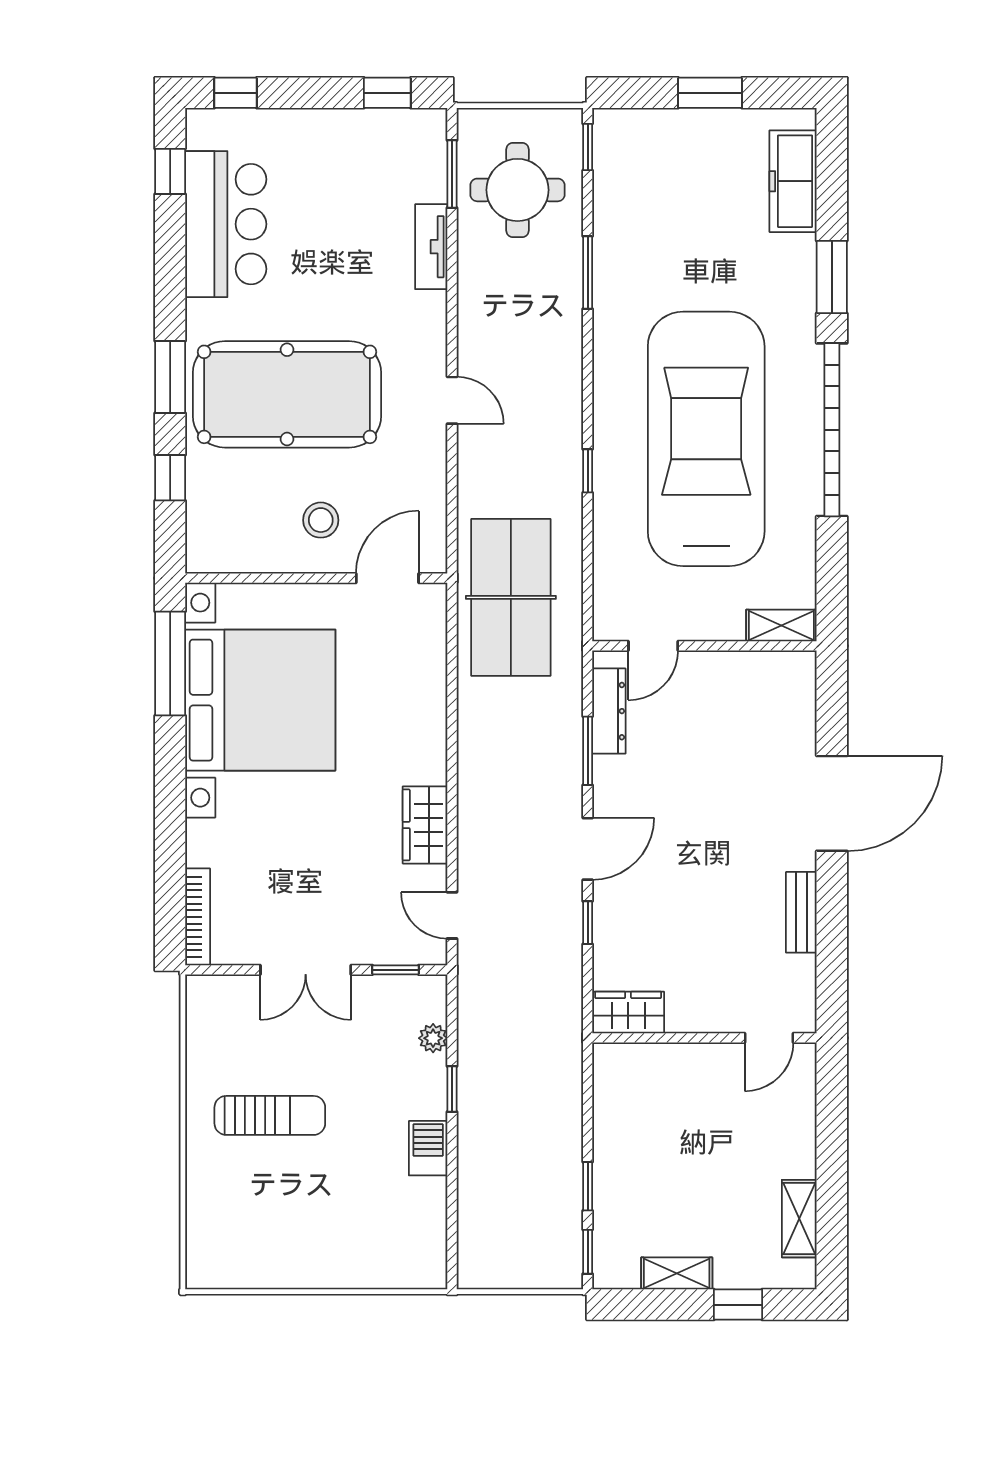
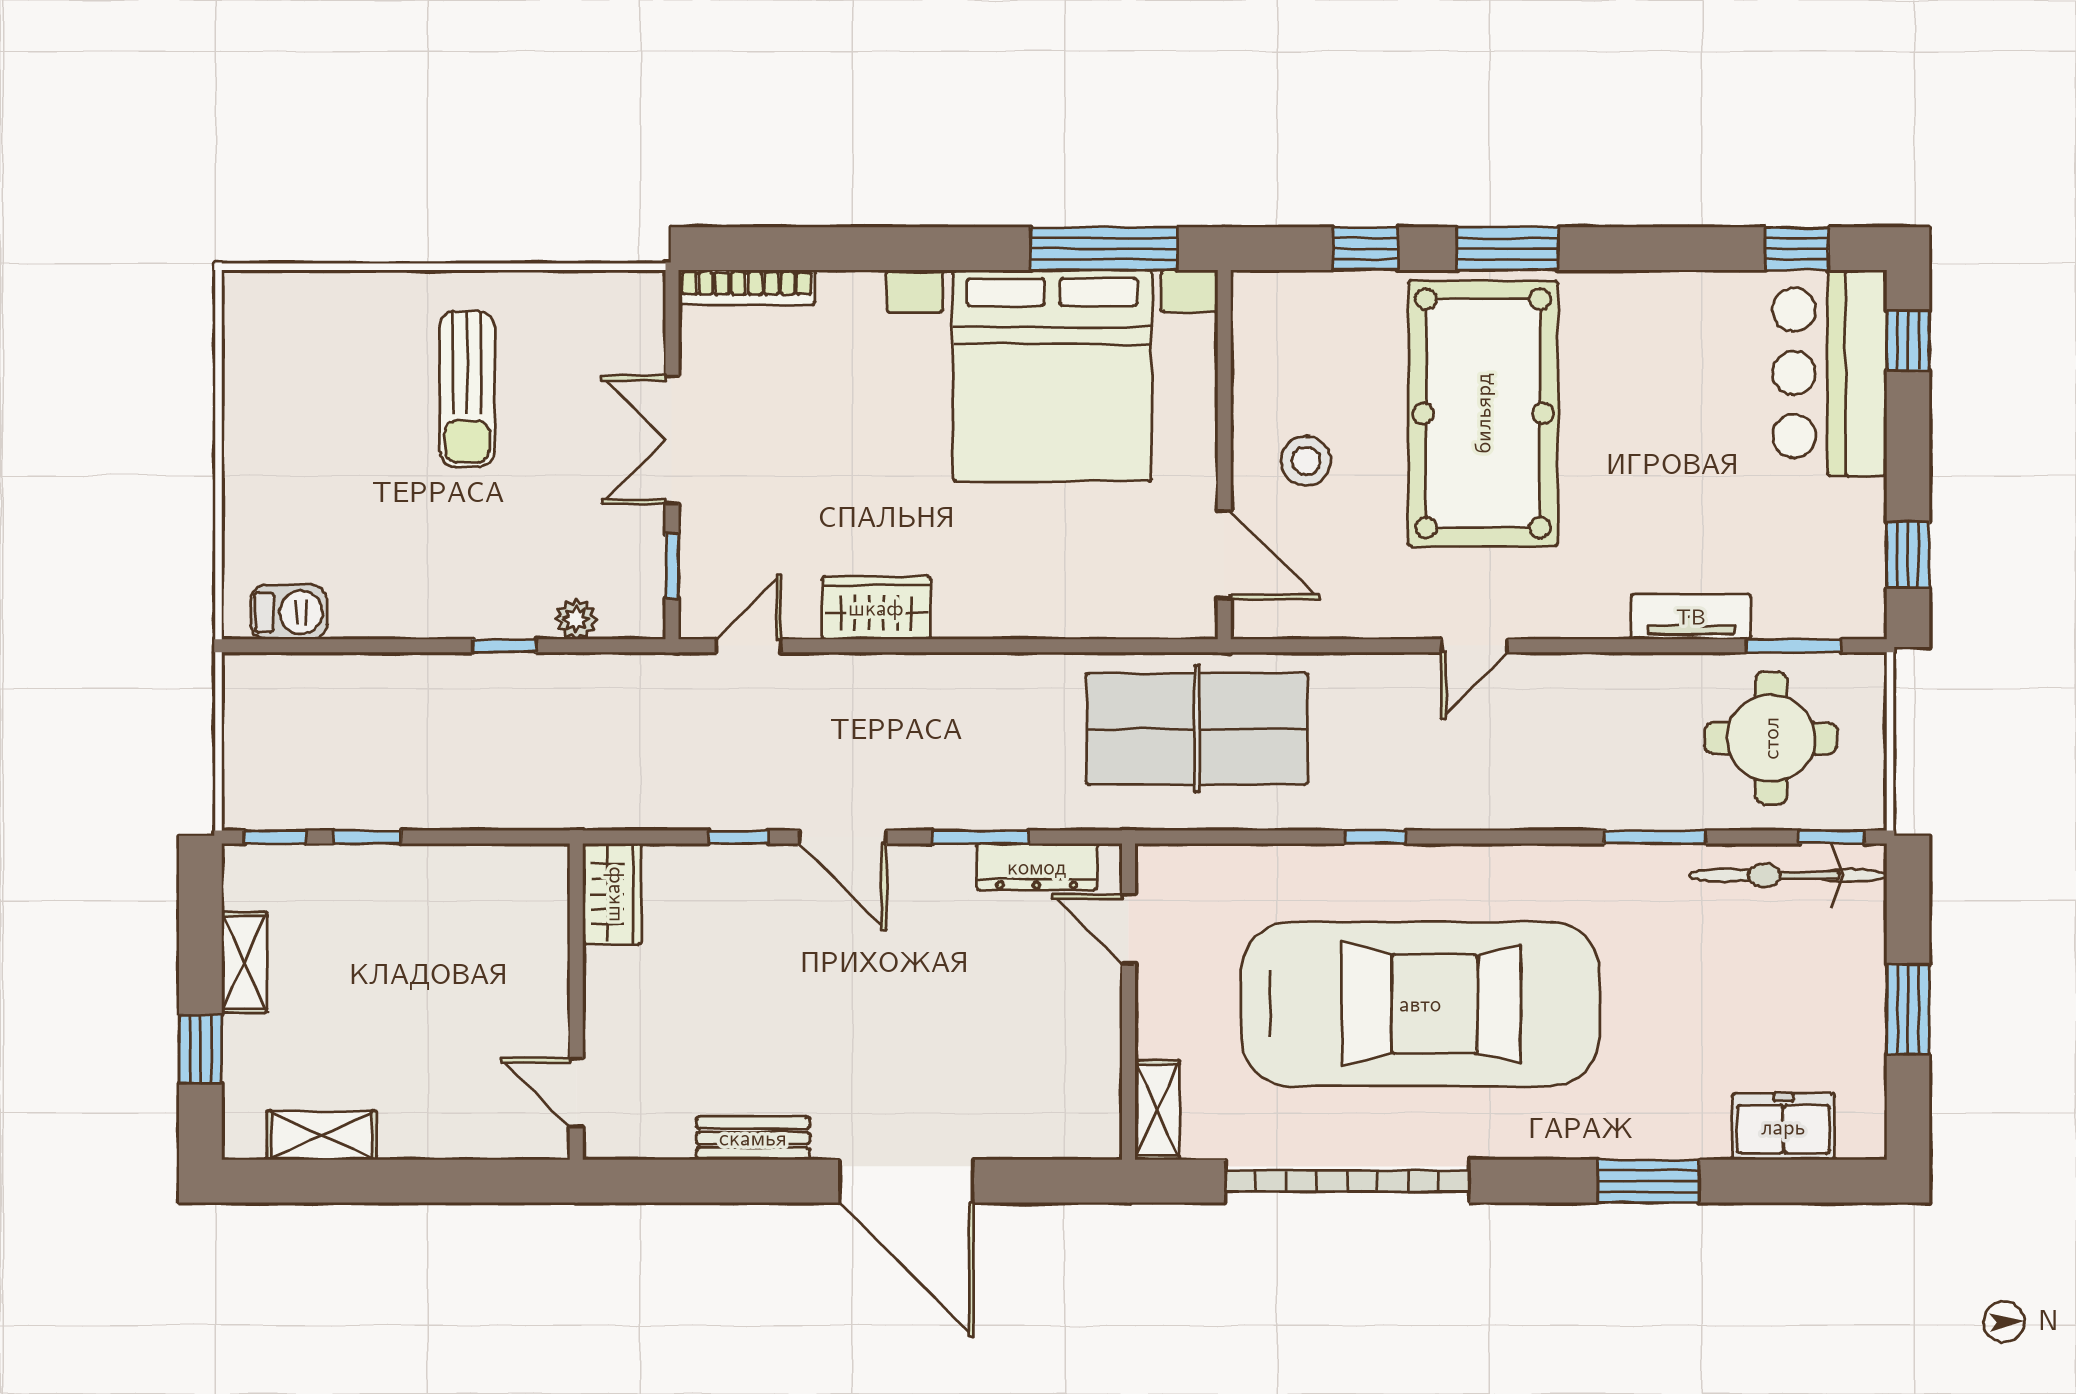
bicycle: (615, 178) -> (1788, 875), added
freezer: (793, 181) -> (1783, 1127), width x0.71
bar counter: (226, 224) -> (1830, 373), moved, turned 90
garage door: (832, 430) -> (1347, 1181), moved
barbecue: (428, 1148) -> (289, 612), moved

